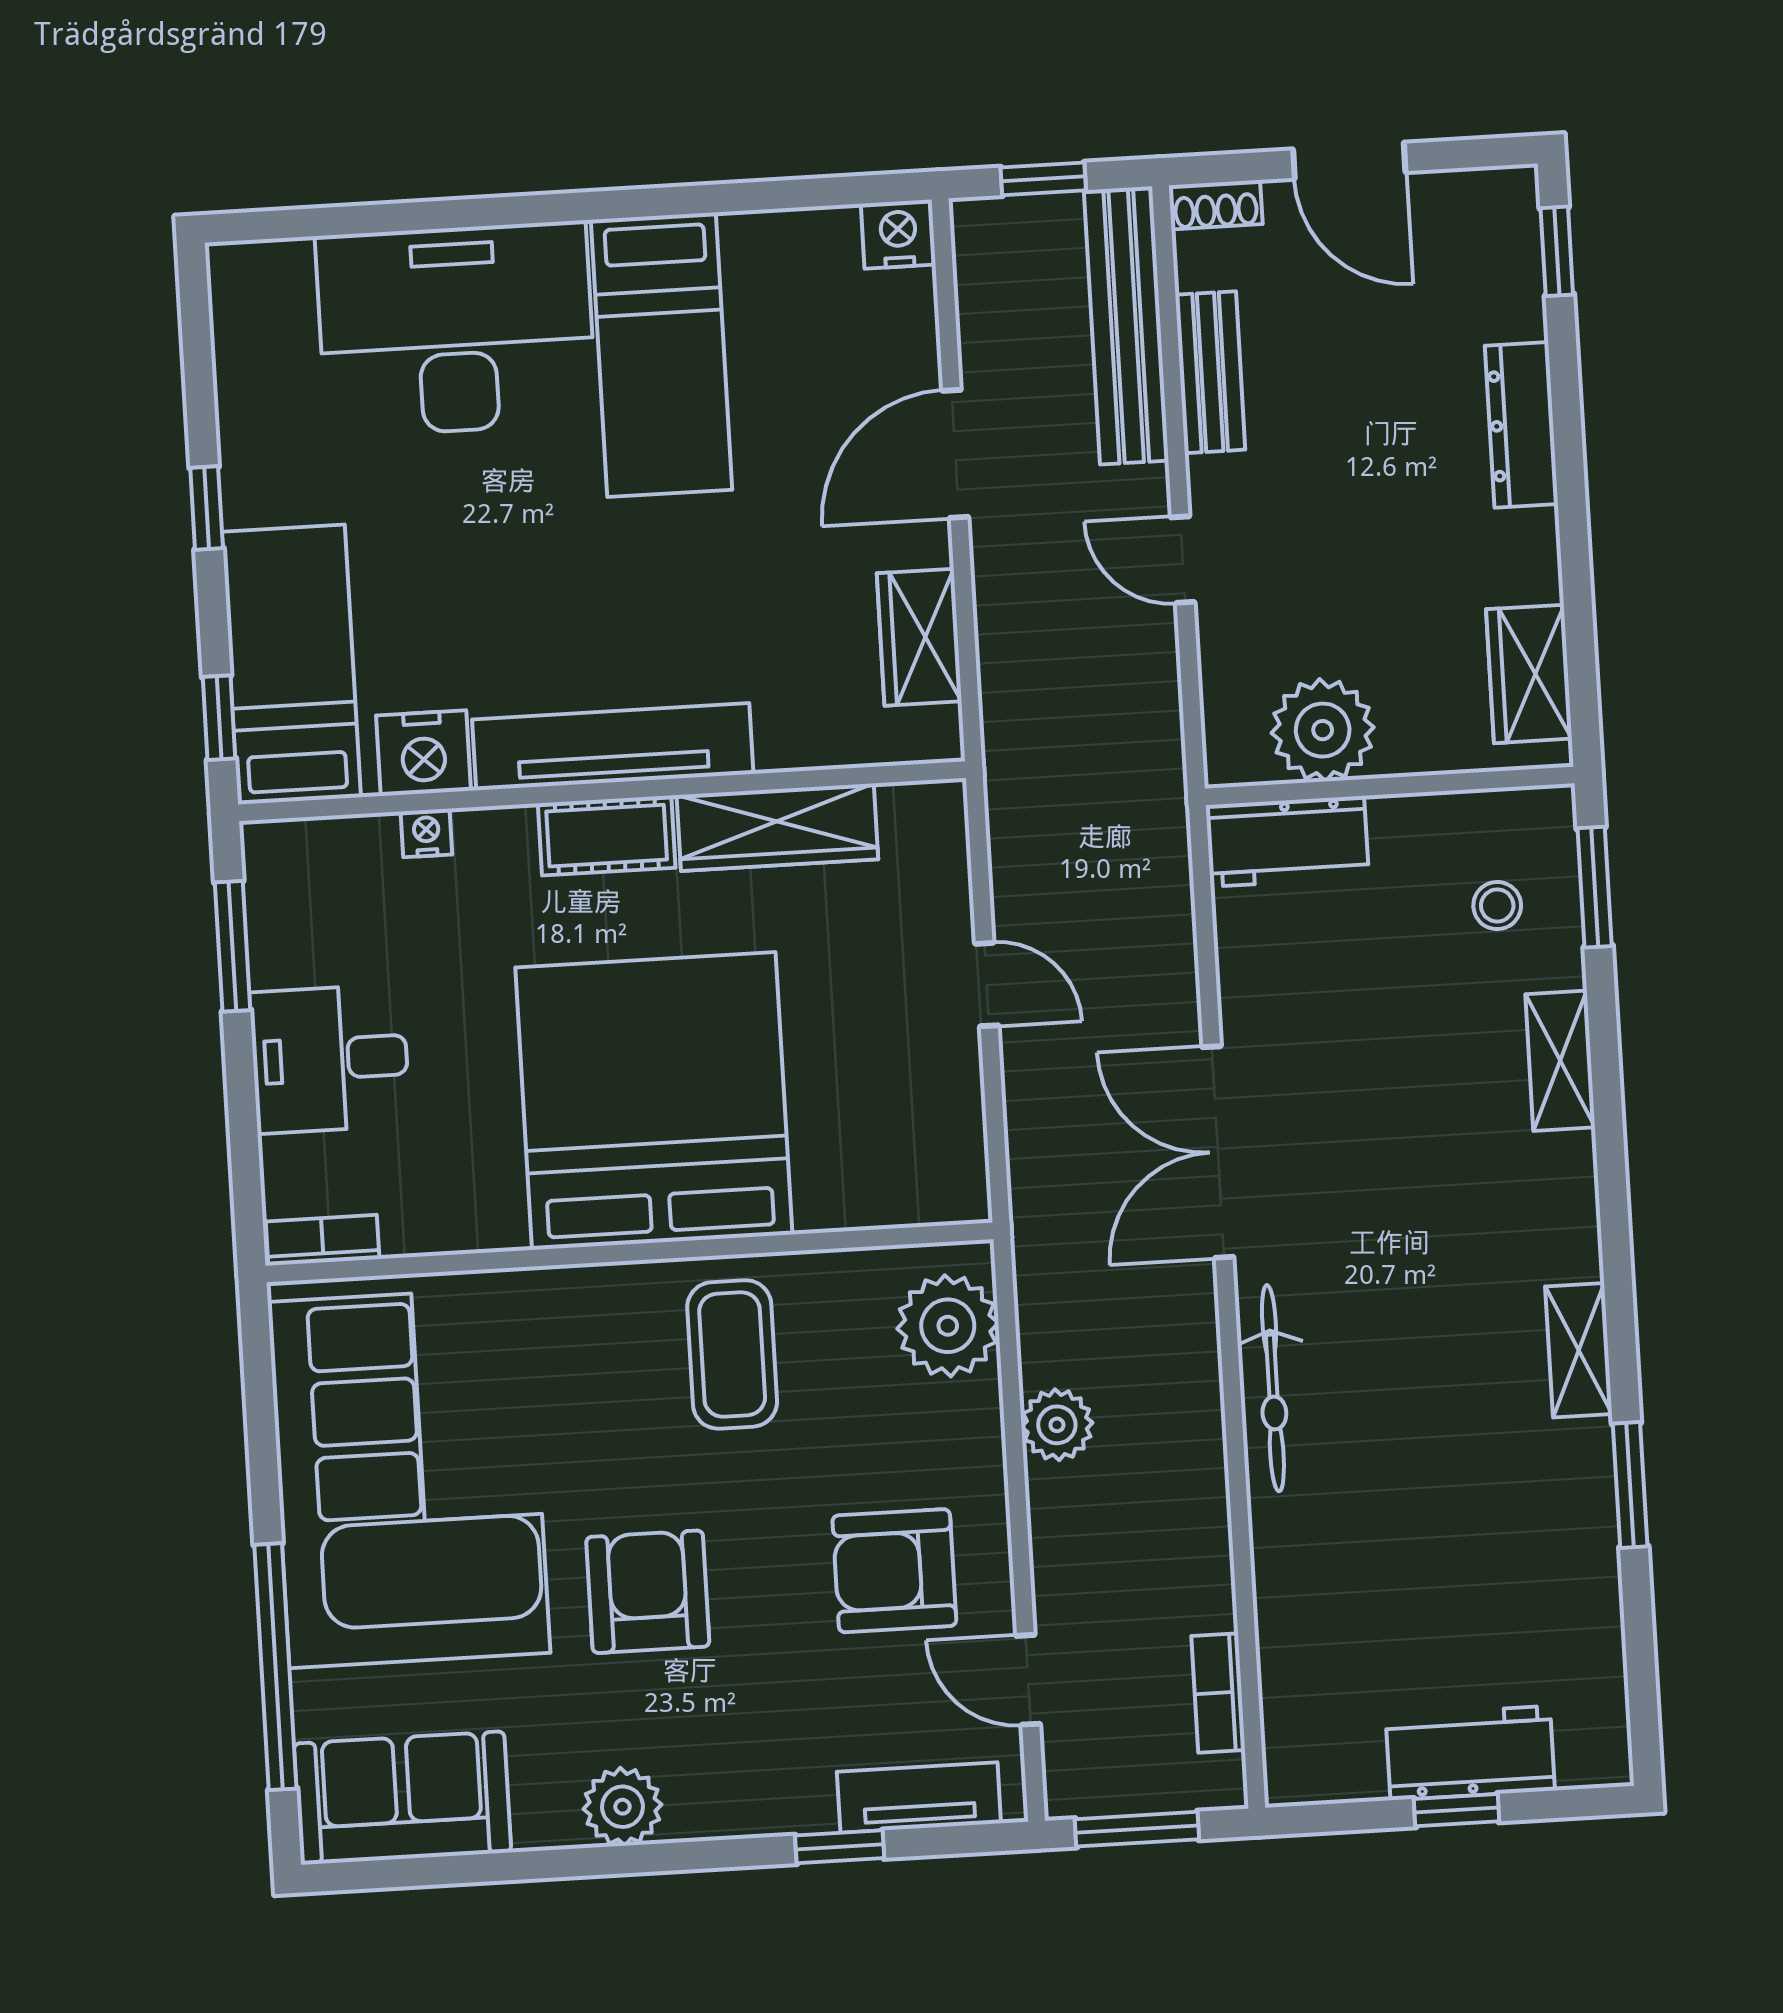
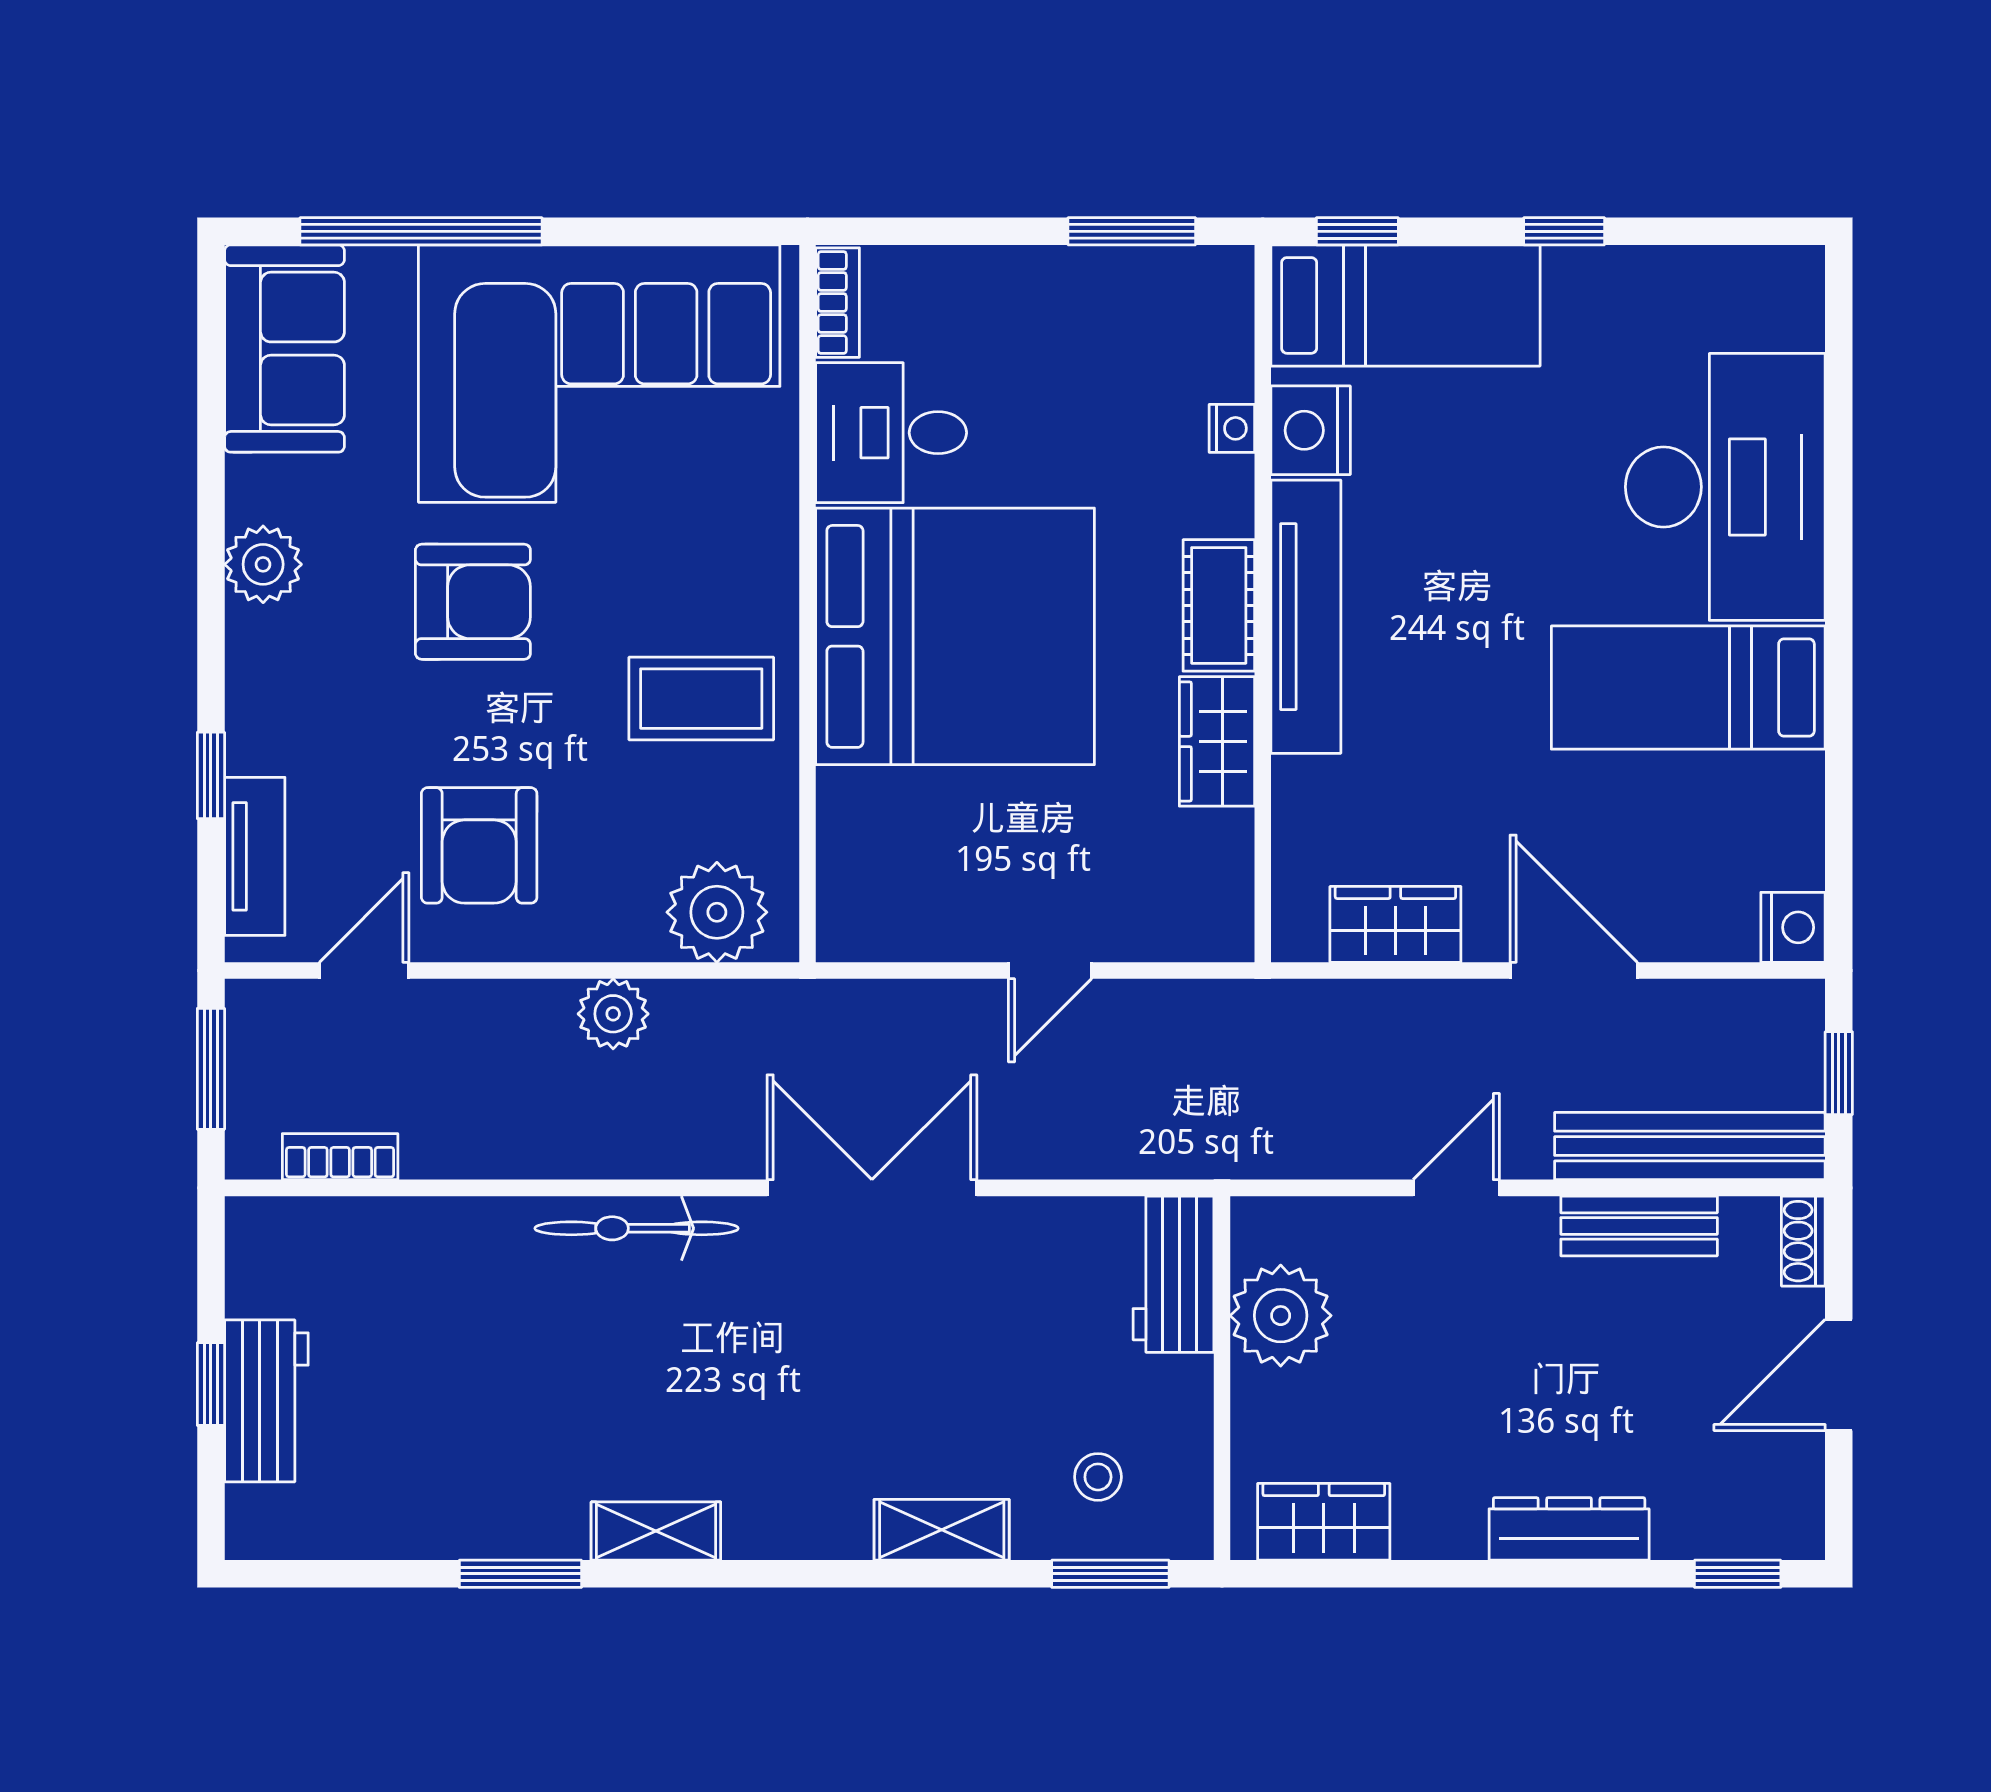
wardrobe: (777, 827) -> (1217, 741), width x0.67
desk: (330, 1059) -> (891, 433), moved, turned -90
armchair: (894, 1571) -> (479, 845), turned 180

